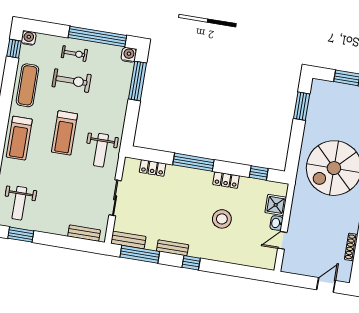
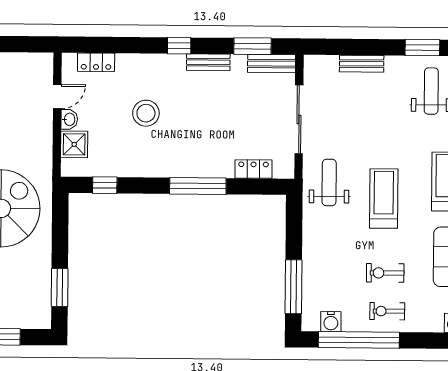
water cooler: (129, 55) -> (331, 321), moved
exercise bike: (72, 81) -> (385, 273), width x0.73, depth x0.72
locker: (226, 180) -> (96, 62), moved, turned 180
sliding door: (115, 198) -> (299, 119), width x1.37
bench: (84, 233) -> (362, 64), moved
window: (140, 254) -> (252, 46), width x0.69

